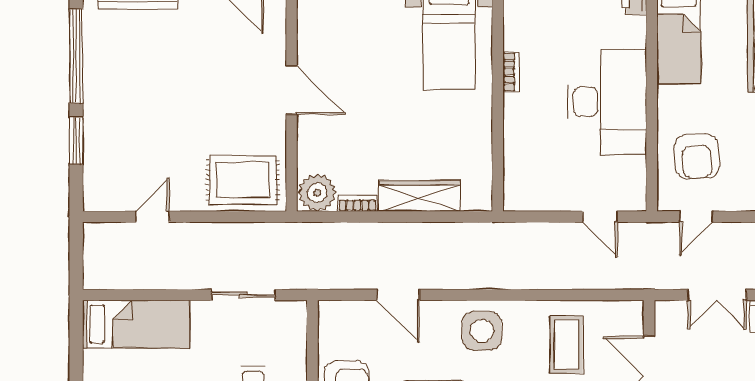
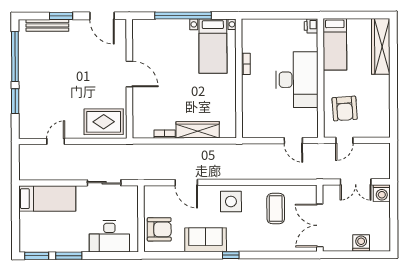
plant: (317, 193) -> (143, 128), removed

